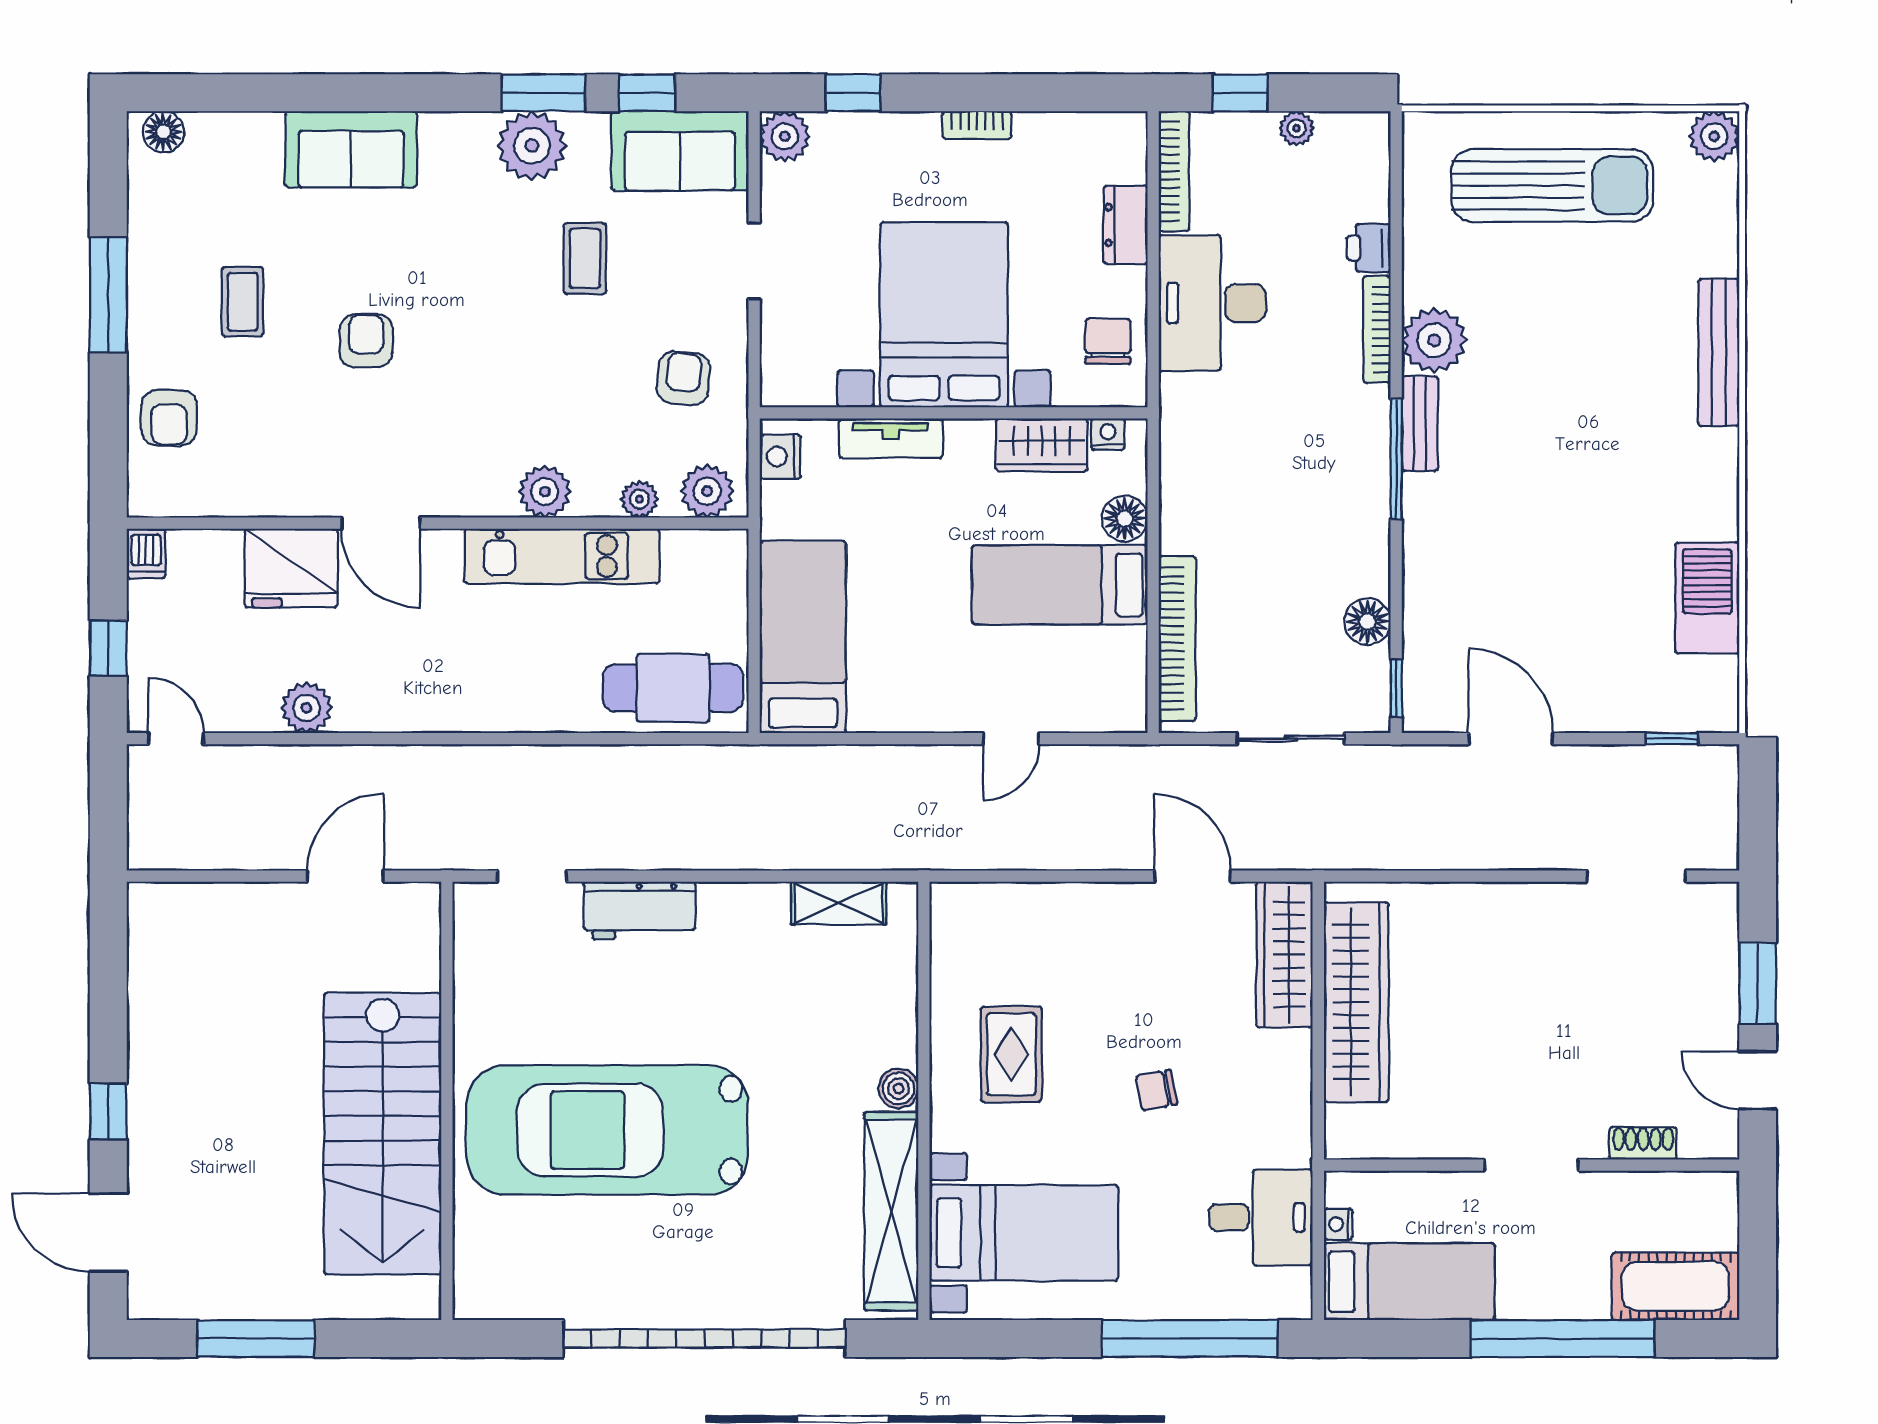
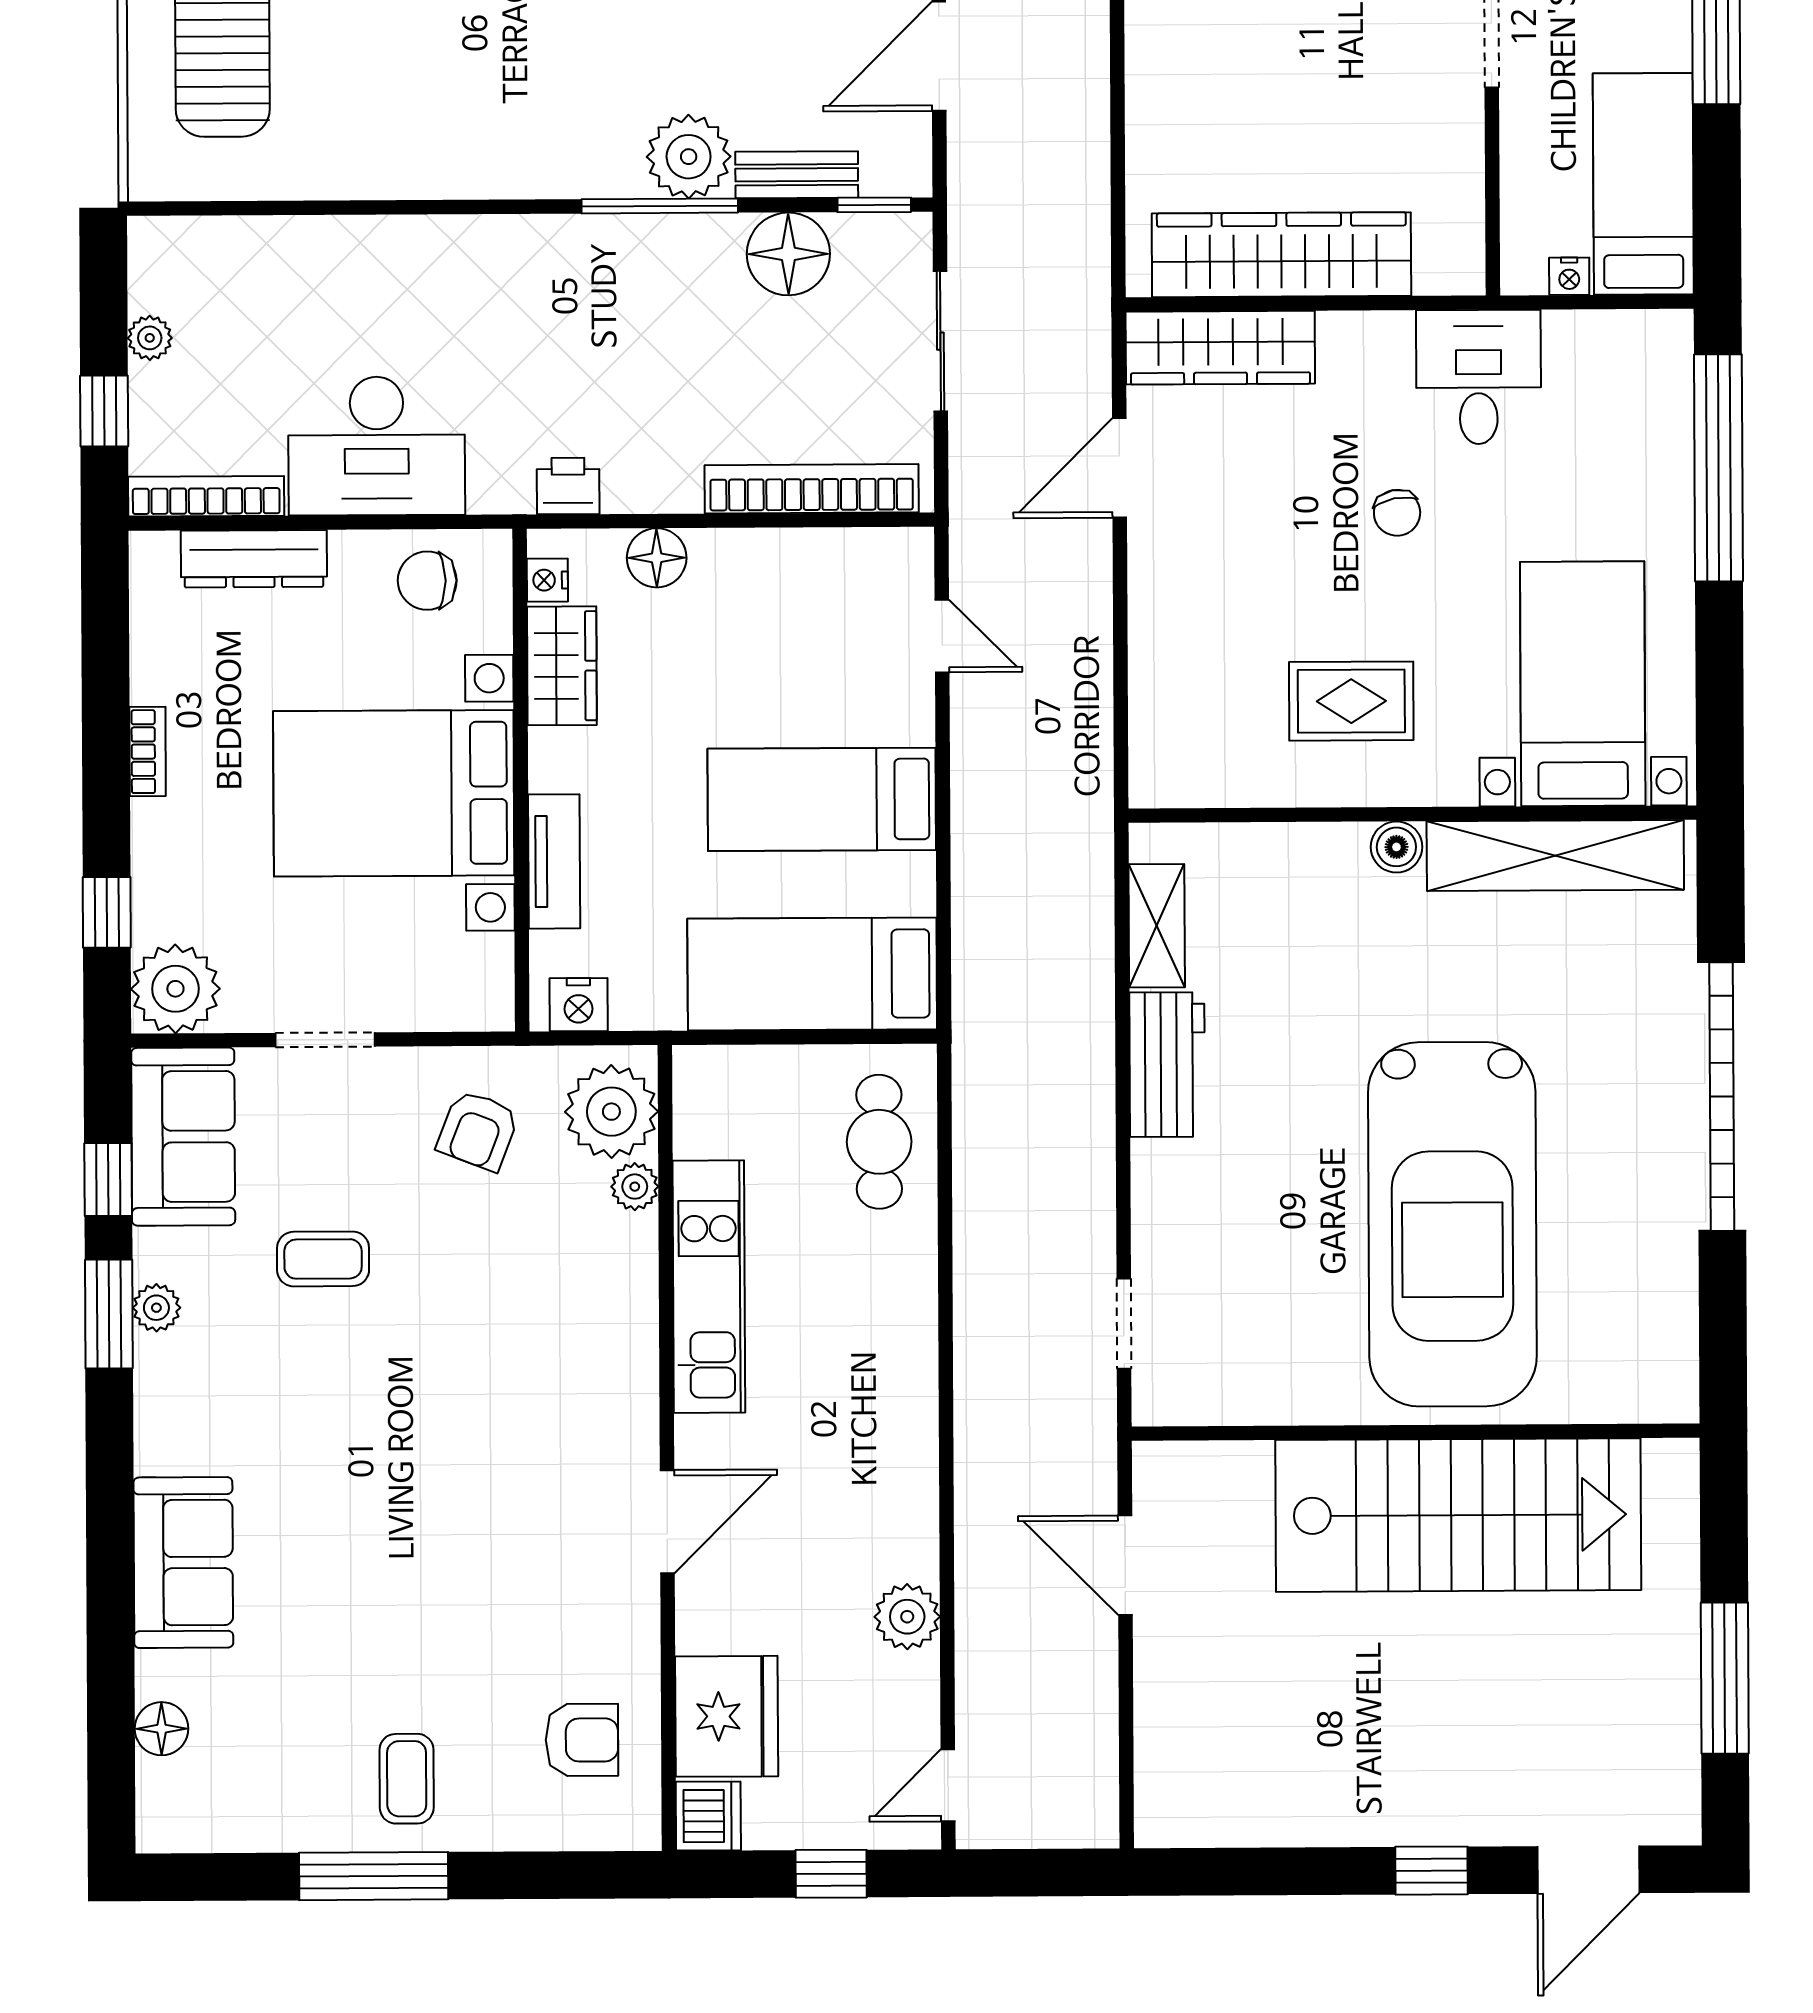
floor lamp: (163, 132) -> (162, 1729), moved
plant: (785, 136) -> (175, 989), width x1.36, depth x1.36
plant: (532, 146) -> (156, 1308), width x0.53, depth x0.53
dresser: (1126, 225) -> (254, 559), width x1.44
printer: (1369, 248) -> (568, 486), moved, turned 180
coffee table: (243, 302) -> (407, 1779), moved, turned 90
bookcase: (1377, 329) -> (410, 232), removed
plant: (1434, 340) -> (689, 157), moved
armchair: (366, 341) -> (431, 1542), removed
armchair: (683, 378) -> (478, 1130), turned -74
armchair: (169, 418) -> (582, 1740), moved
bench: (1420, 424) -> (797, 175), moved
window: (1396, 459) -> (660, 206), moved
plant: (707, 491) -> (611, 1112), width x1.36, depth x1.36
plant: (545, 492) -> (626, 1309), removed
dishwasher: (146, 553) -> (708, 1816), width x1.38
fridge: (291, 568) -> (727, 1716), moved
bed: (1060, 585) -> (822, 799), moved, turned 90
floor lamp: (1367, 622) -> (788, 254), width x1.38, depth x1.38
cafe table: (673, 688) -> (879, 1142), width x0.73, depth x0.74
door: (1011, 739) -> (942, 636), moved
workbench: (640, 911) -> (1167, 1065), moved
desk: (1261, 1217) -> (1479, 377), moved
garage door: (705, 1339) -> (1722, 1097), width x0.73

